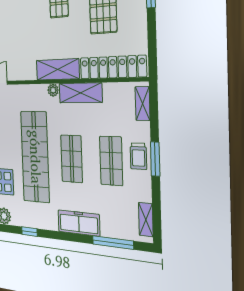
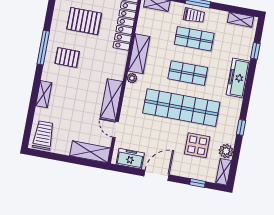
shelving: (58, 69) -> (111, 99), moved
window: (113, 243) -> (255, 51), width x0.46

